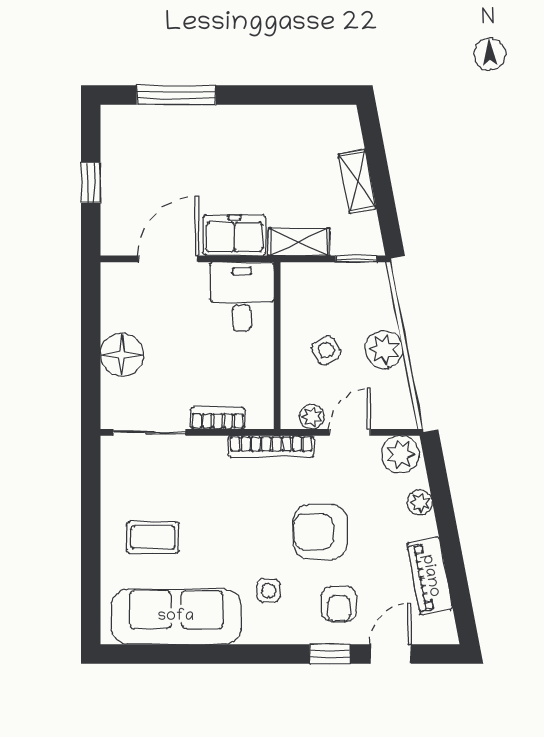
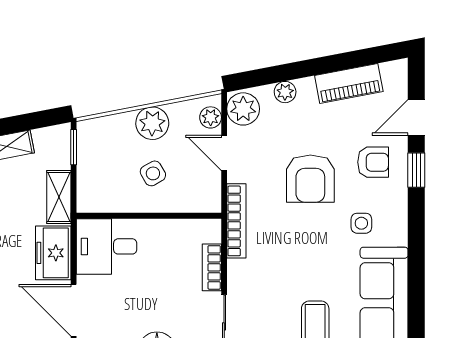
plant: (312, 417) -> (211, 117), moved
door: (390, 654) -> (416, 118), hinge flipped

